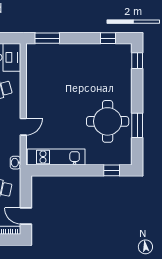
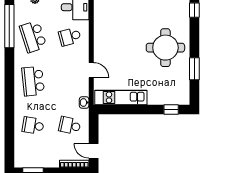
round table: (108, 121) -> (165, 48), moved
door: (23, 127) -> (91, 70), hinge flipped

